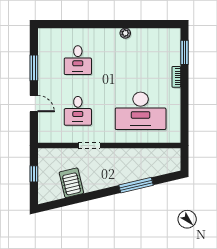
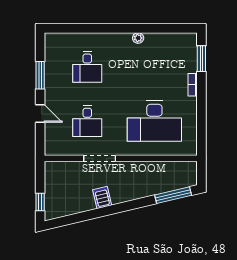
doorway: (89, 146) -> (100, 158), width x1.38
window: (34, 174) -> (40, 202), moved
server rack: (71, 183) -> (102, 197), moved, width x0.73, depth x0.70
window: (136, 185) -> (173, 195), moved

